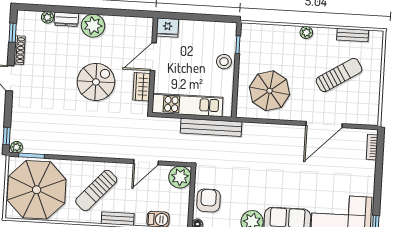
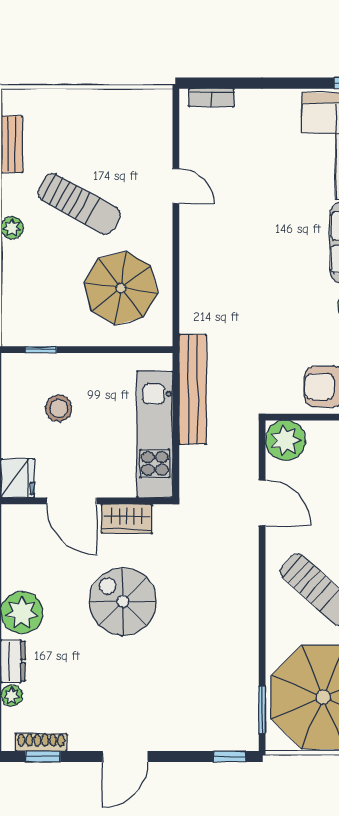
shoe rack: (19, 50) -> (41, 742), moved
stool: (224, 62) -> (59, 408), moved
sun lounger: (339, 75) -> (79, 204), moved, turned 151
door: (324, 125) -> (176, 186), width x0.53
plant: (17, 147) -> (248, 738), removed

